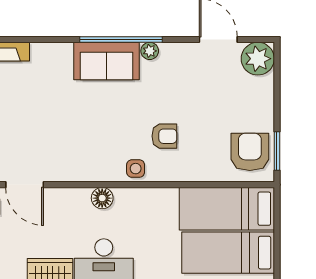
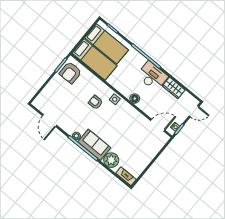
plant: (258, 59) -> (111, 160), moved
door: (25, 185) -> (158, 125), hinge flipped

